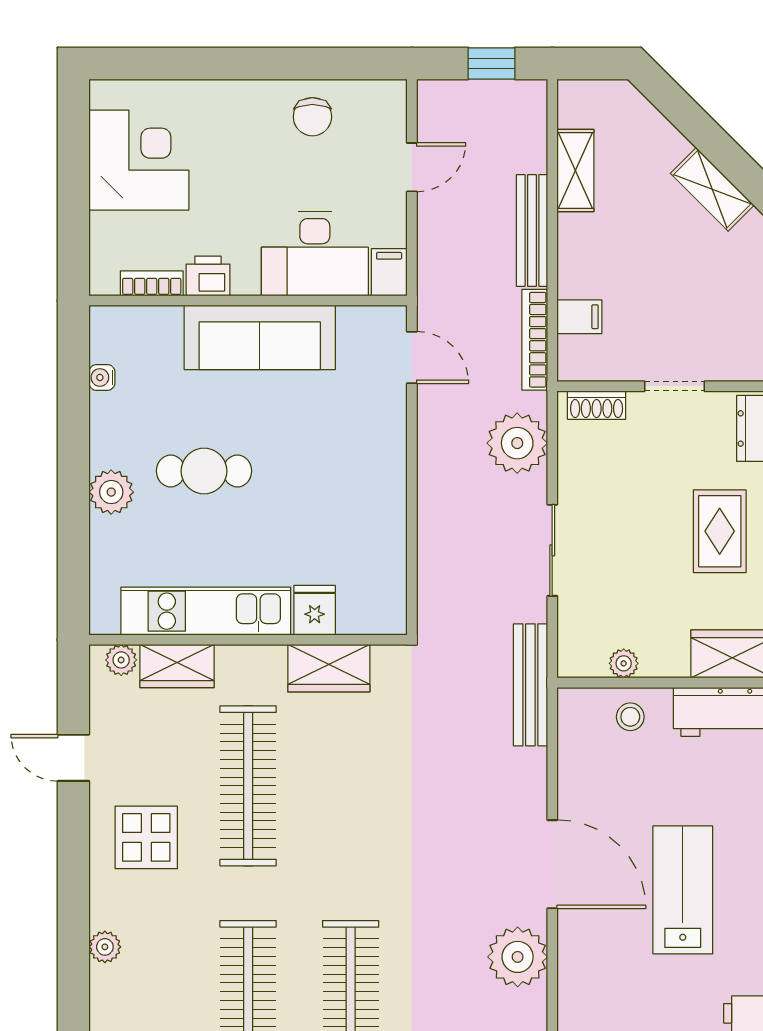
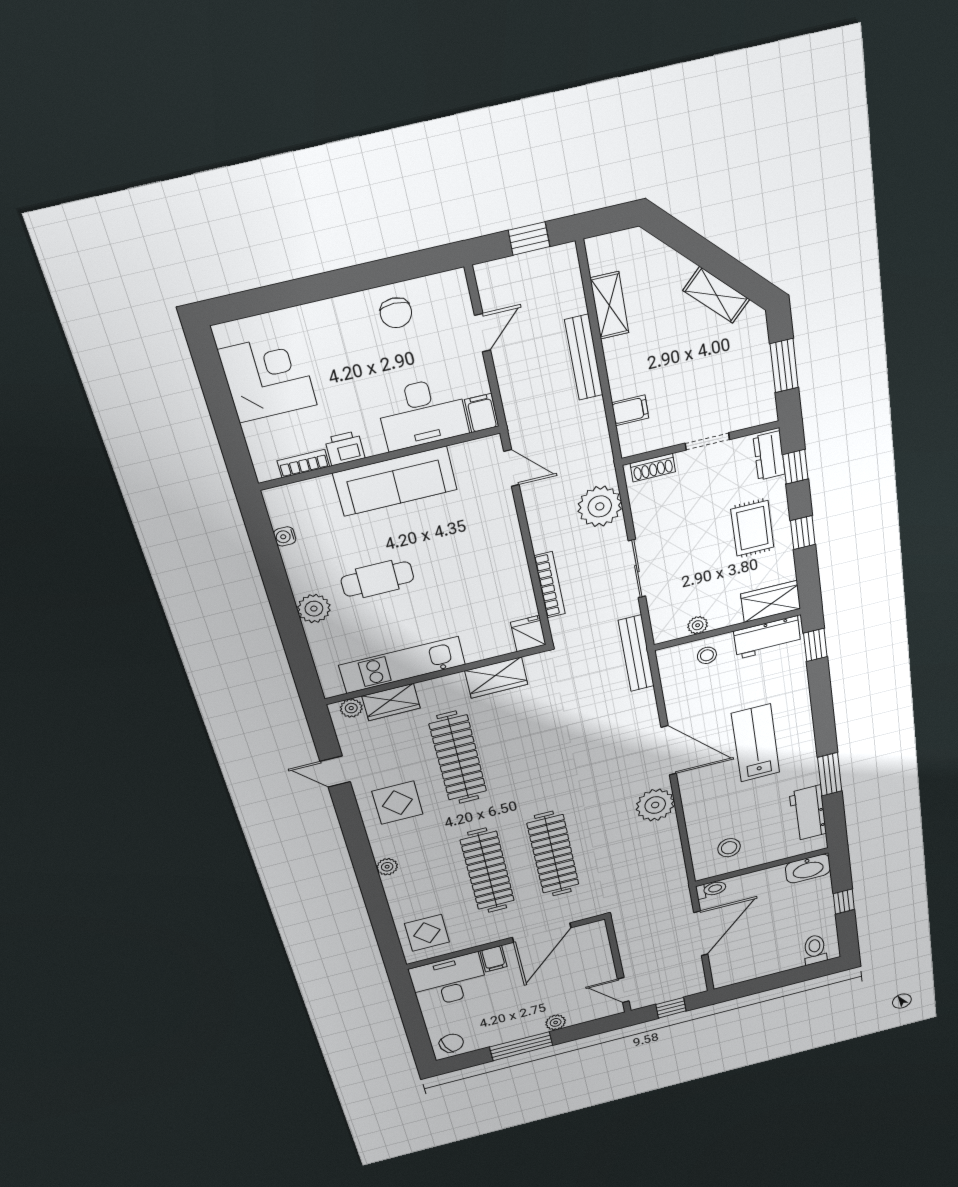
bookcase: (535, 340) -> (550, 585), moved, turned 180
fridge: (315, 610) -> (528, 634), moved

